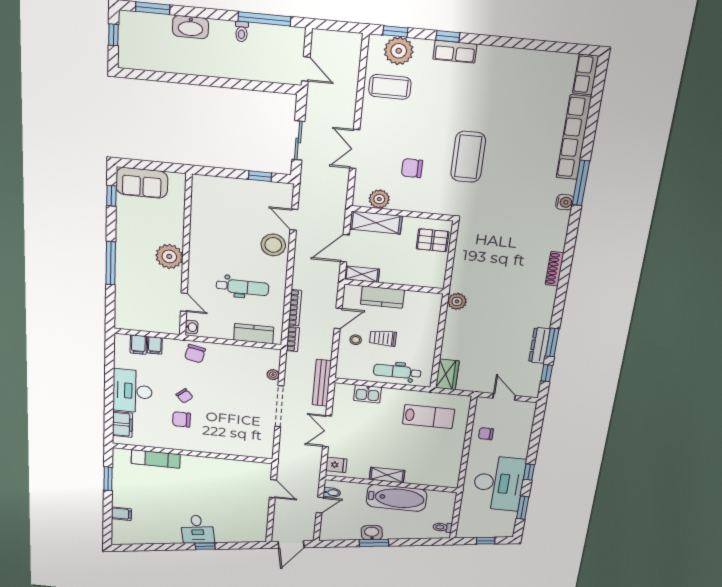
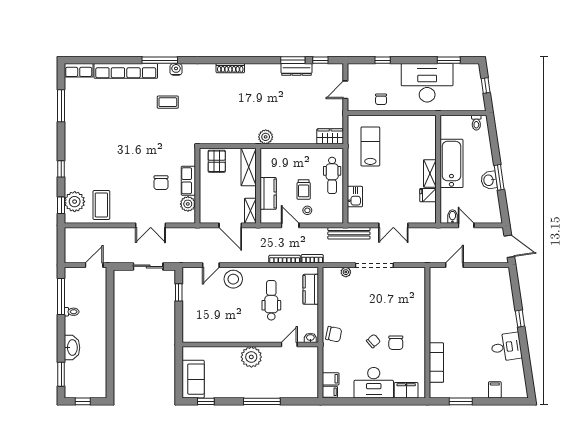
window: (539, 45) -> (61, 106), added
row of seats: (455, 52) -> (188, 181), moved, turned 180
coffee table: (468, 157) -> (168, 102), moved, width x0.54, depth x0.58
shelving: (376, 223) -> (249, 167), moved
filing cabinet: (155, 345) -> (330, 392), moved
fridge: (336, 465) -> (428, 195), moved, turned -90
window: (529, 472) -> (383, 60), moved
desk: (197, 529) -> (506, 347), moved

